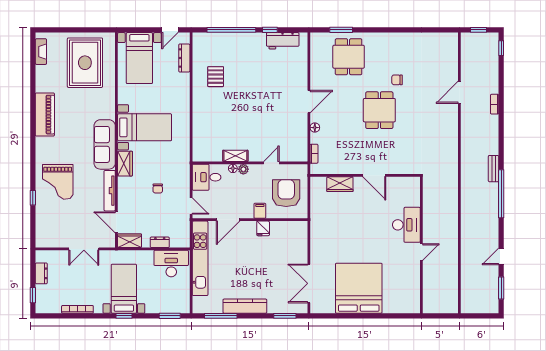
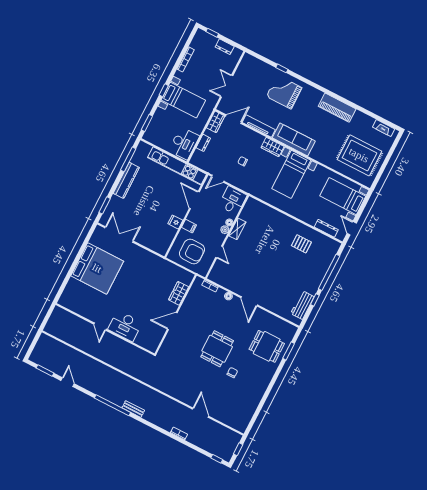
dining table: (379, 110) -> (217, 349), turned 90

